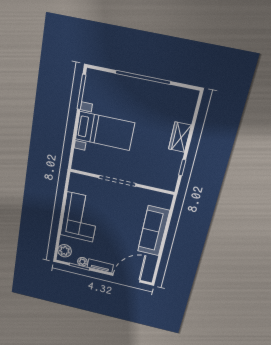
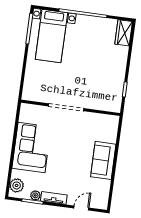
bed with nightstands: (105, 131) -> (51, 36), moved, turned 90
wardrobe: (180, 137) -> (124, 33), moved
sofa: (153, 231) -> (103, 160), width x0.73
door: (126, 278) -> (81, 208), width x0.53

